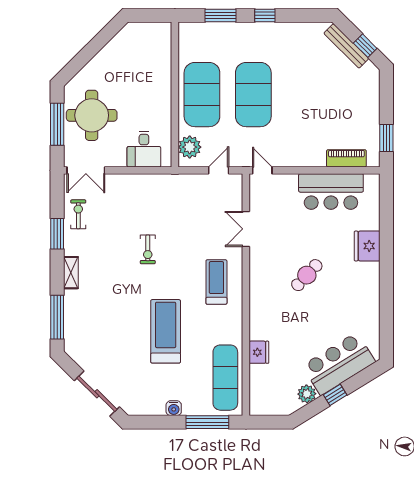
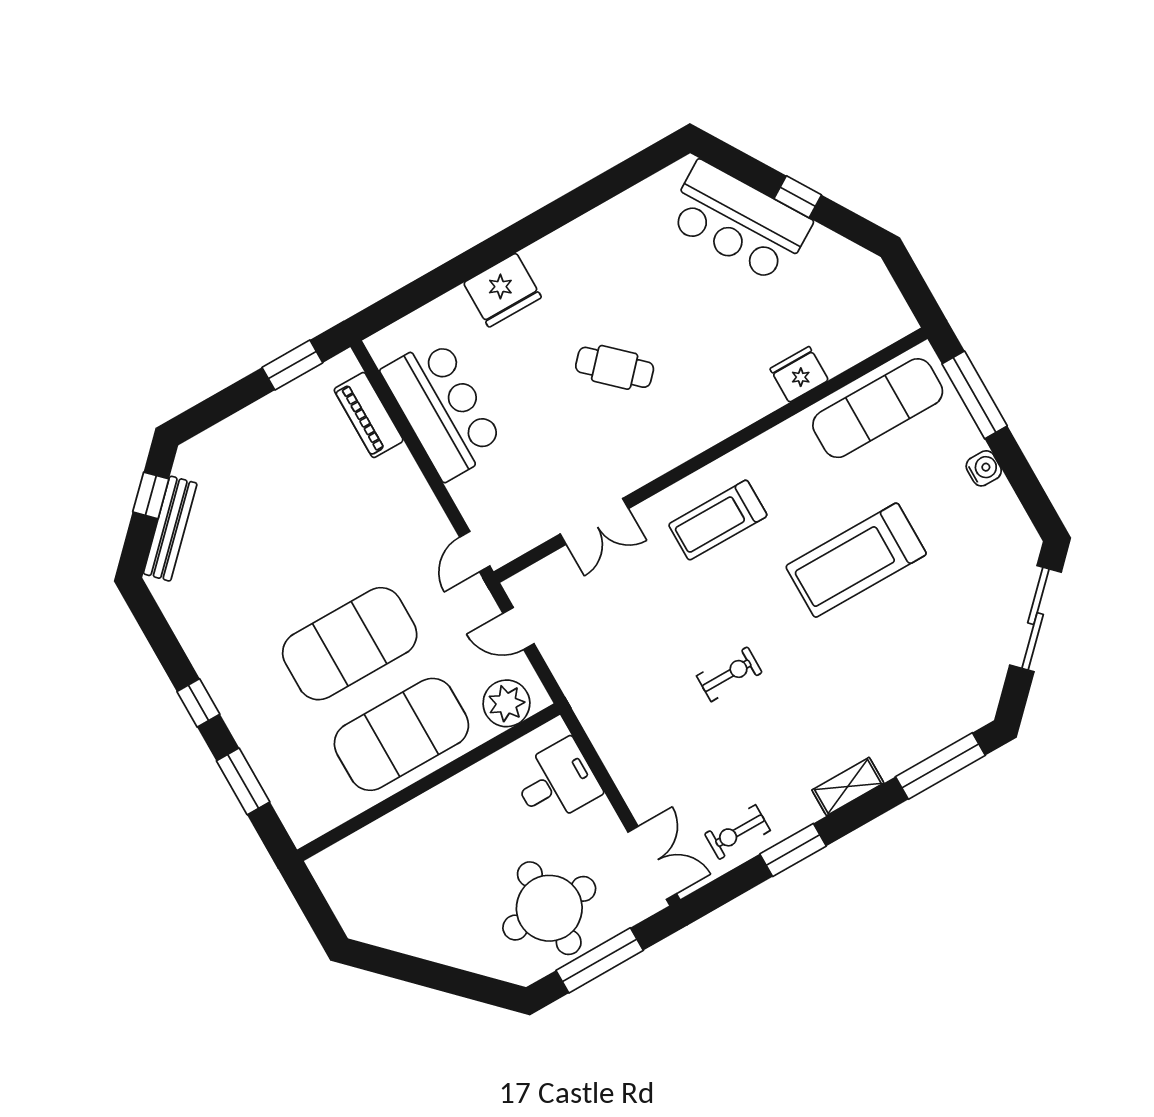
plant: (307, 394) -> (824, 248), removed

